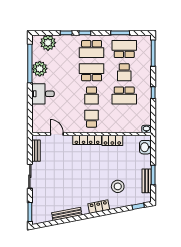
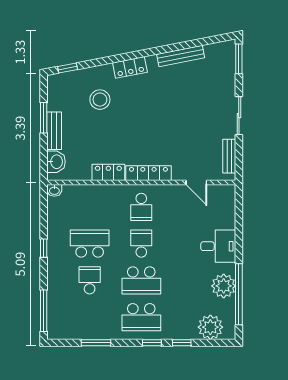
school desk: (92, 49) -> (141, 317), turned 180
school desk: (124, 49) -> (90, 317), removed
bench: (147, 181) -> (54, 131), moved

